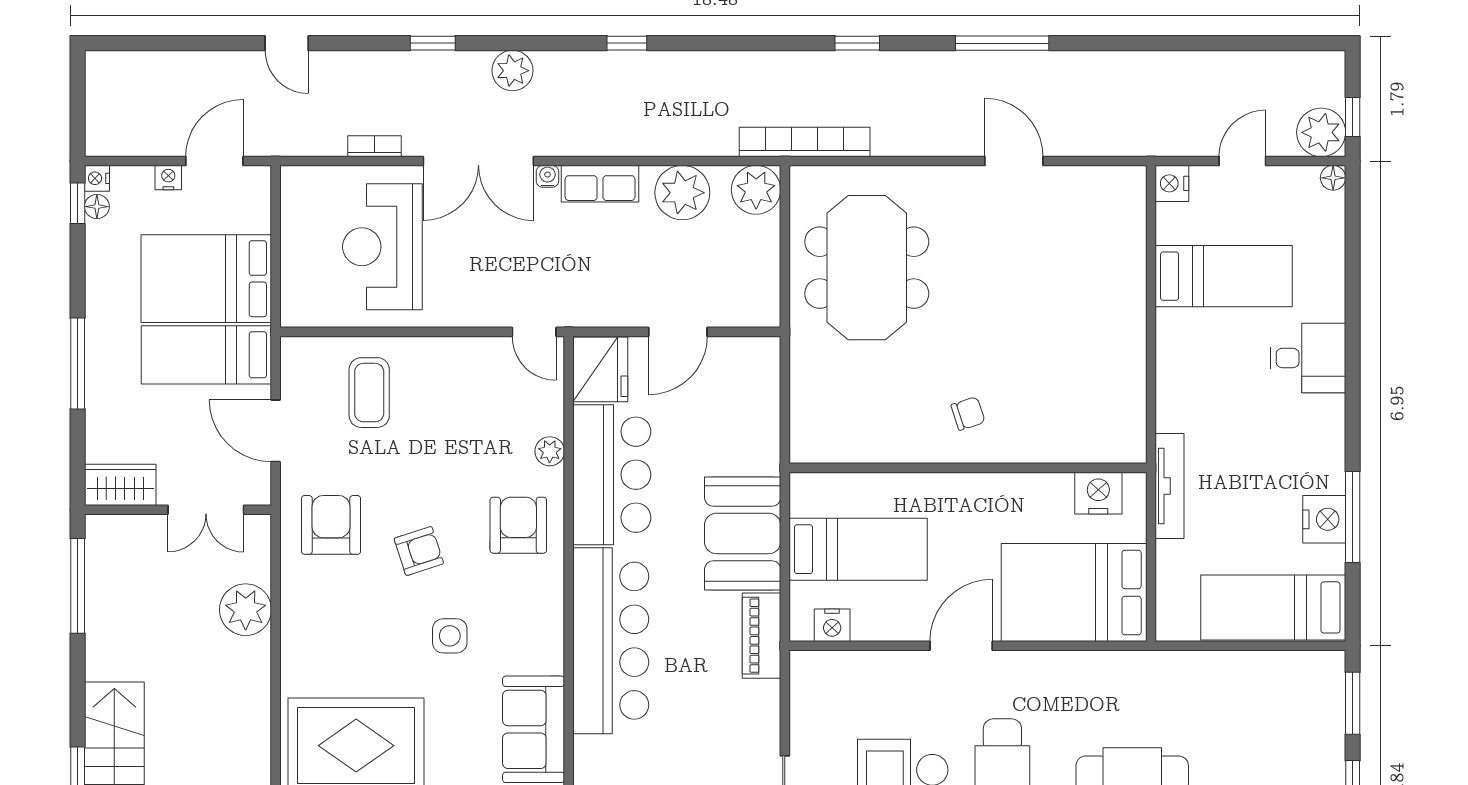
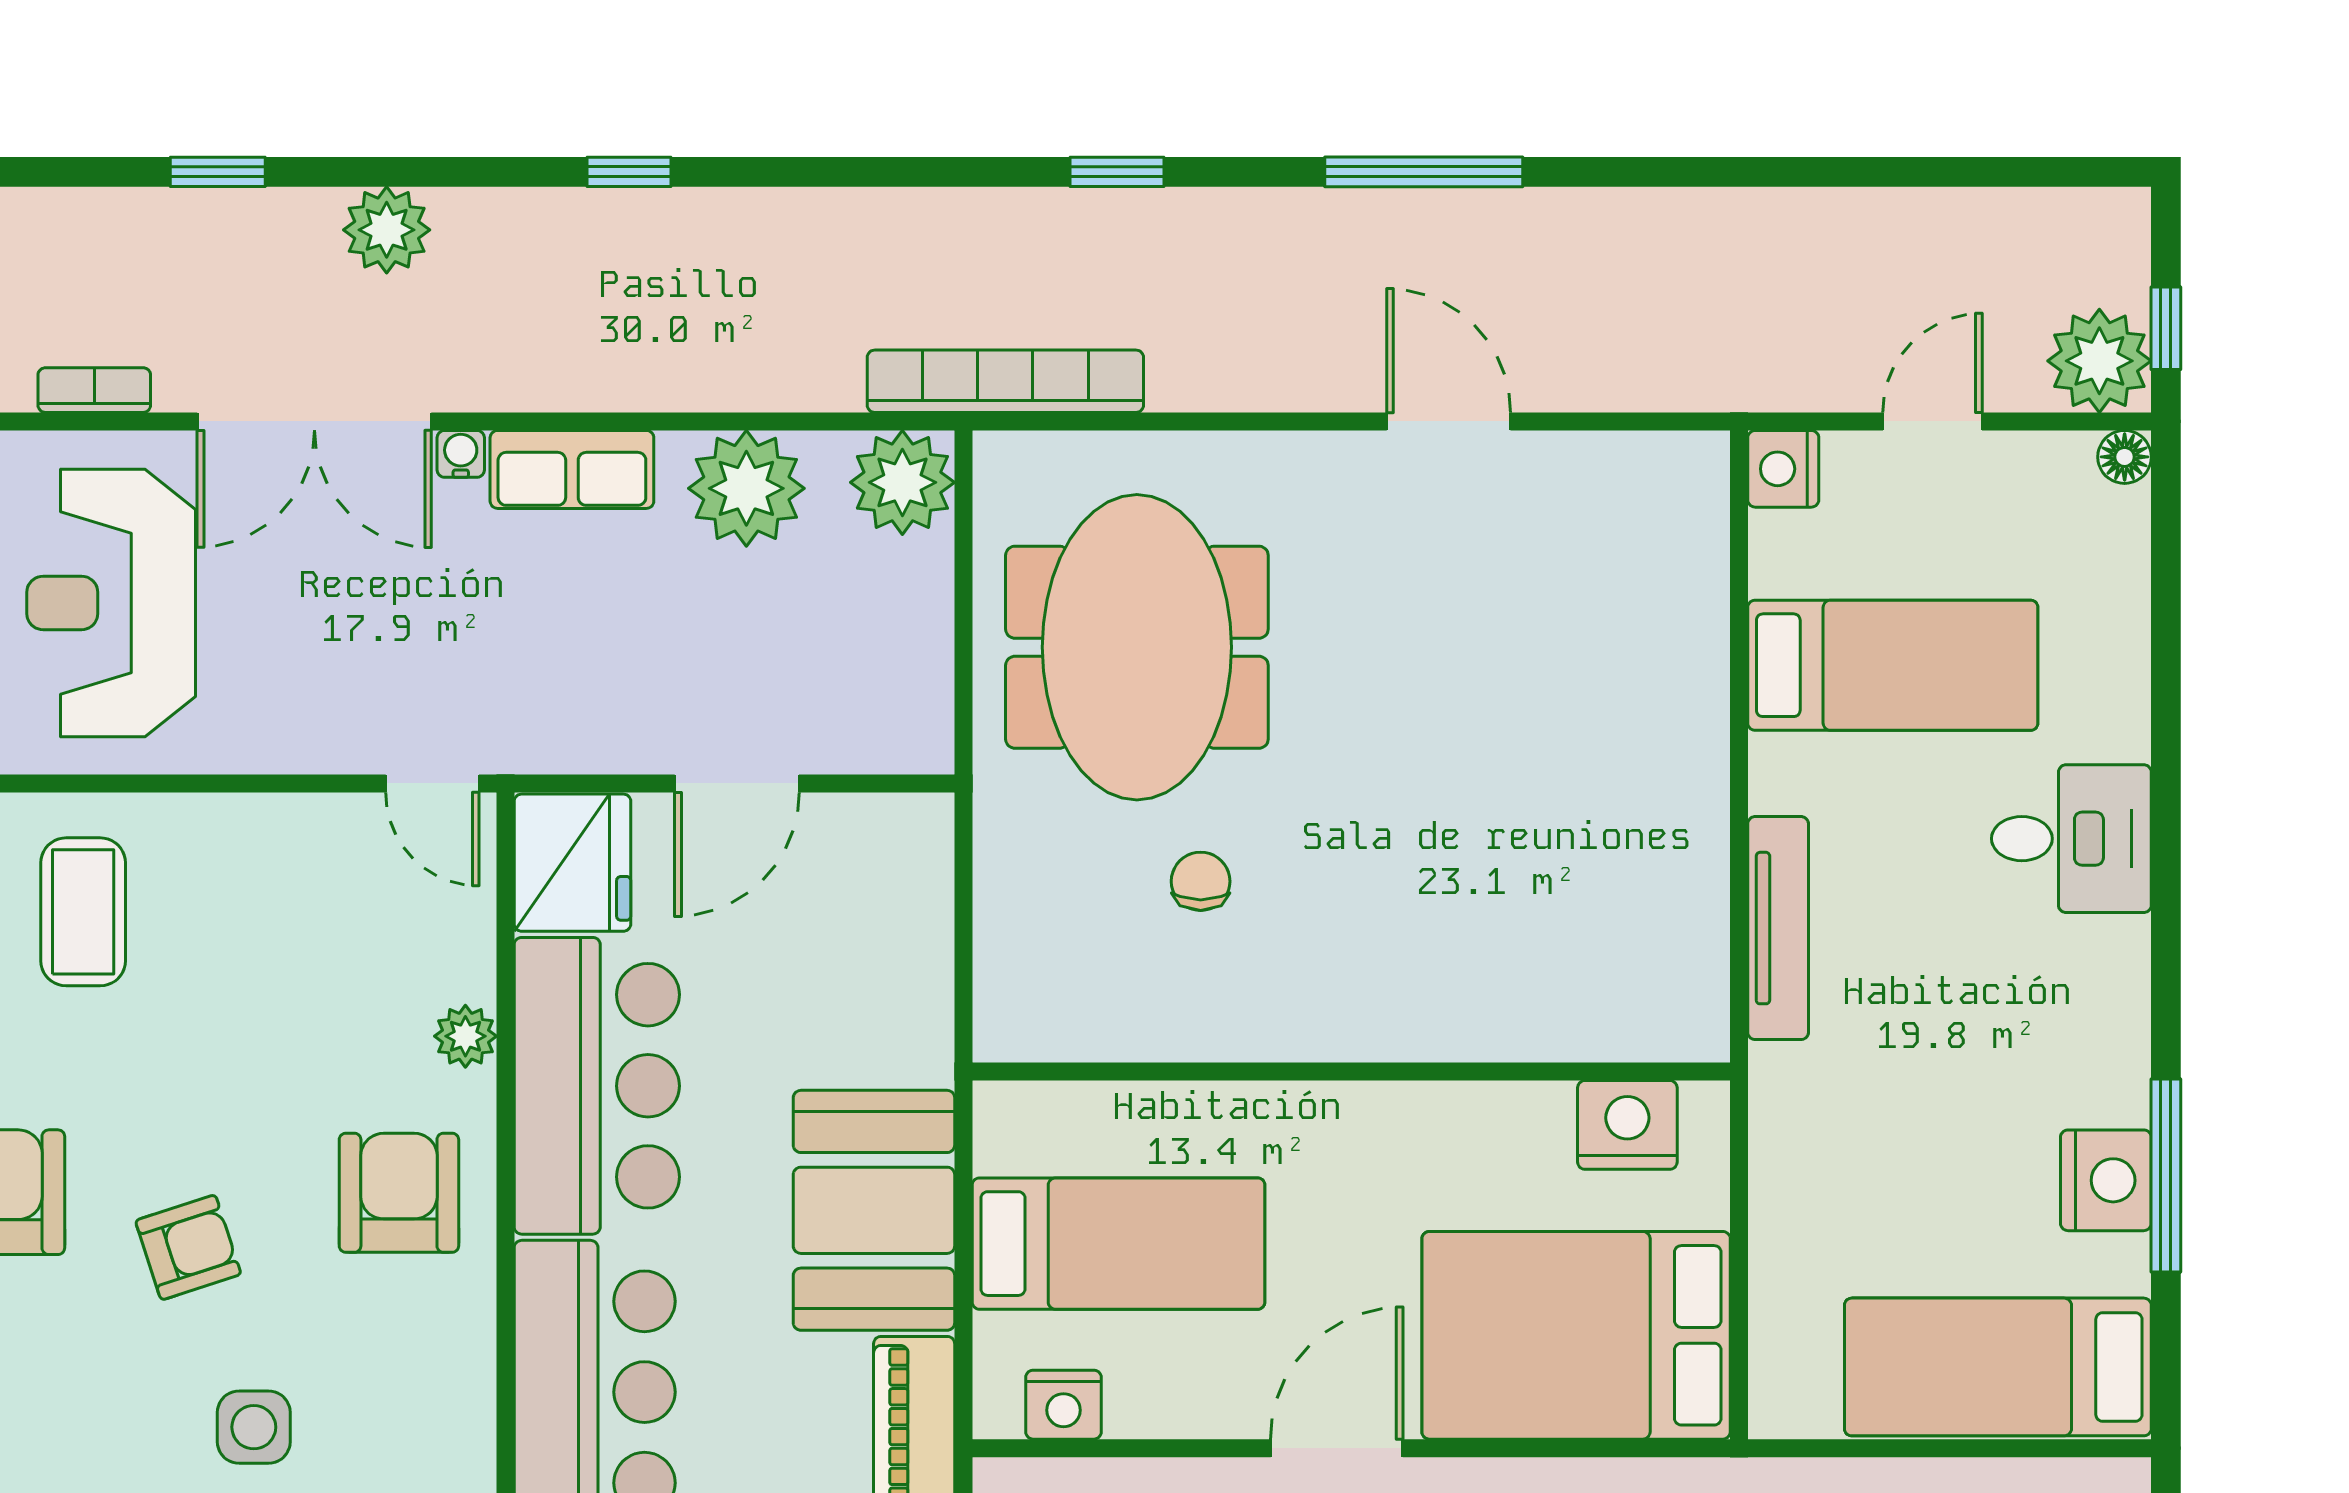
chair: (968, 414) -> (1201, 881), moved, turned -72
tv unit: (1169, 486) -> (1778, 928), moved

